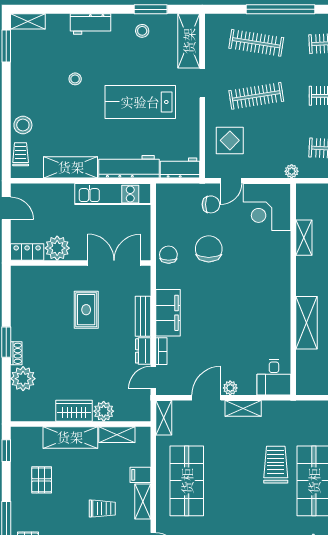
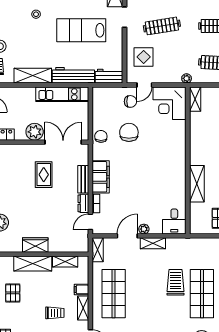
shelving: (304, 238) -> (195, 99), moved
plant: (57, 248) -> (35, 132), moved
plant: (104, 411) -> (56, 245), removed

